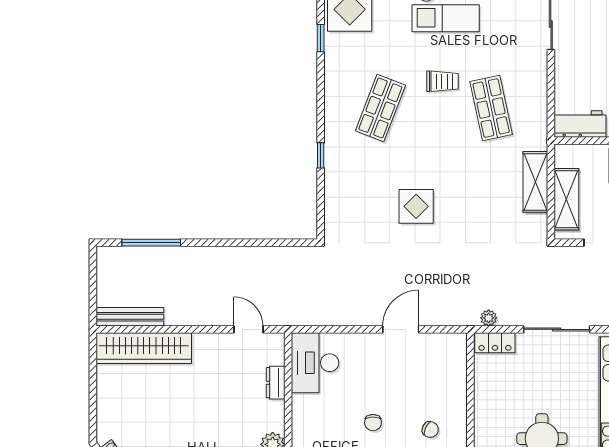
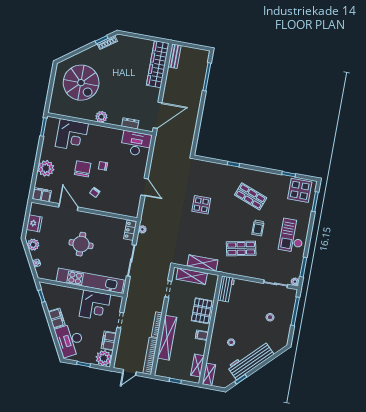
bench: (130, 317) -> (175, 56), width x0.73
door: (249, 329) -> (158, 115), width x1.87

